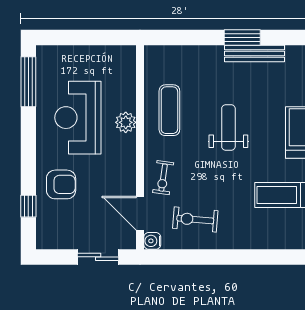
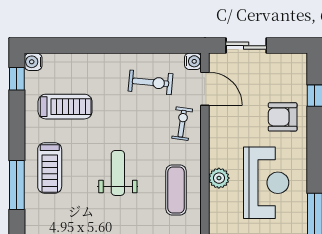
weight bench: (228, 128) -> (118, 173), turned 180

